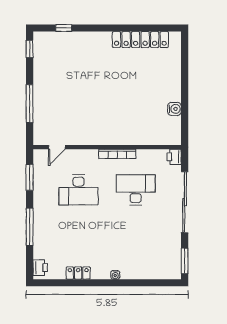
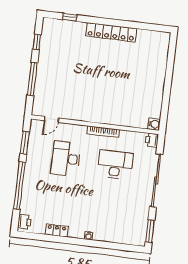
locker: (140, 40) -> (111, 32), moved
window: (30, 49) -> (37, 42), moved
water cooler: (174, 109) -> (154, 124), moved
desk: (79, 190) -> (66, 159), turned 90
window: (30, 227) -> (19, 185), width x1.46

